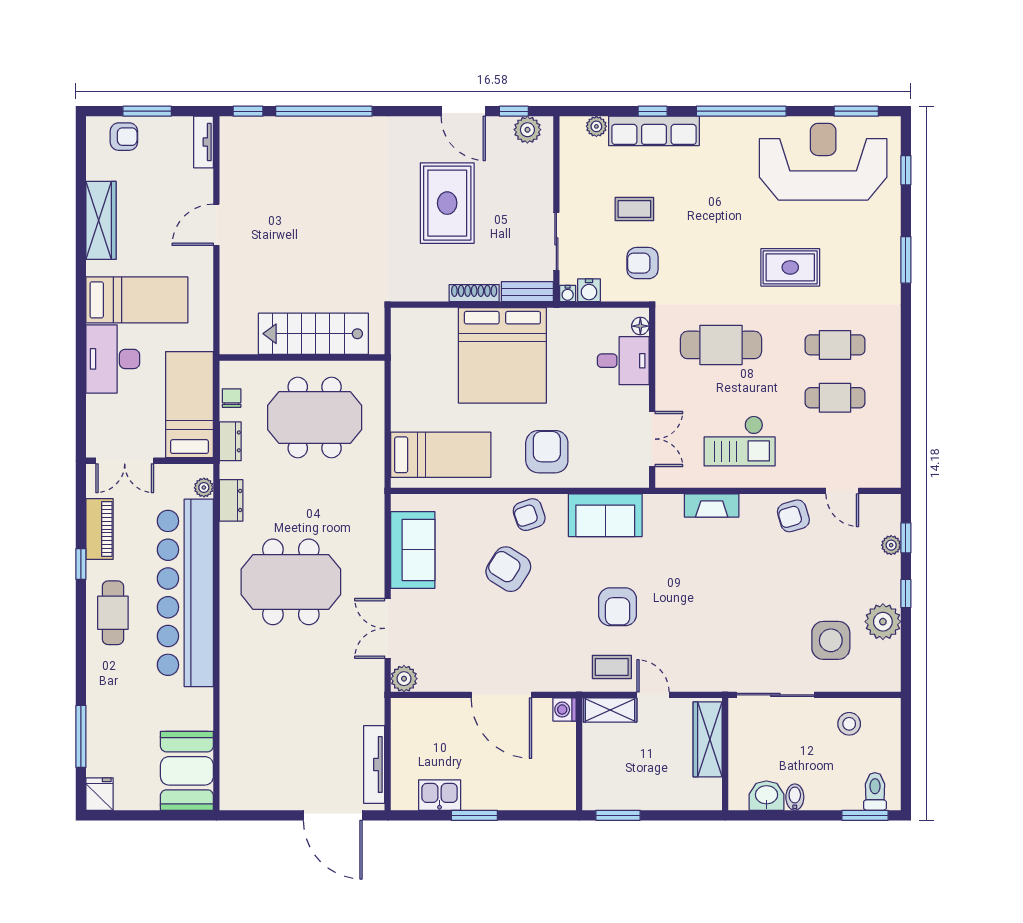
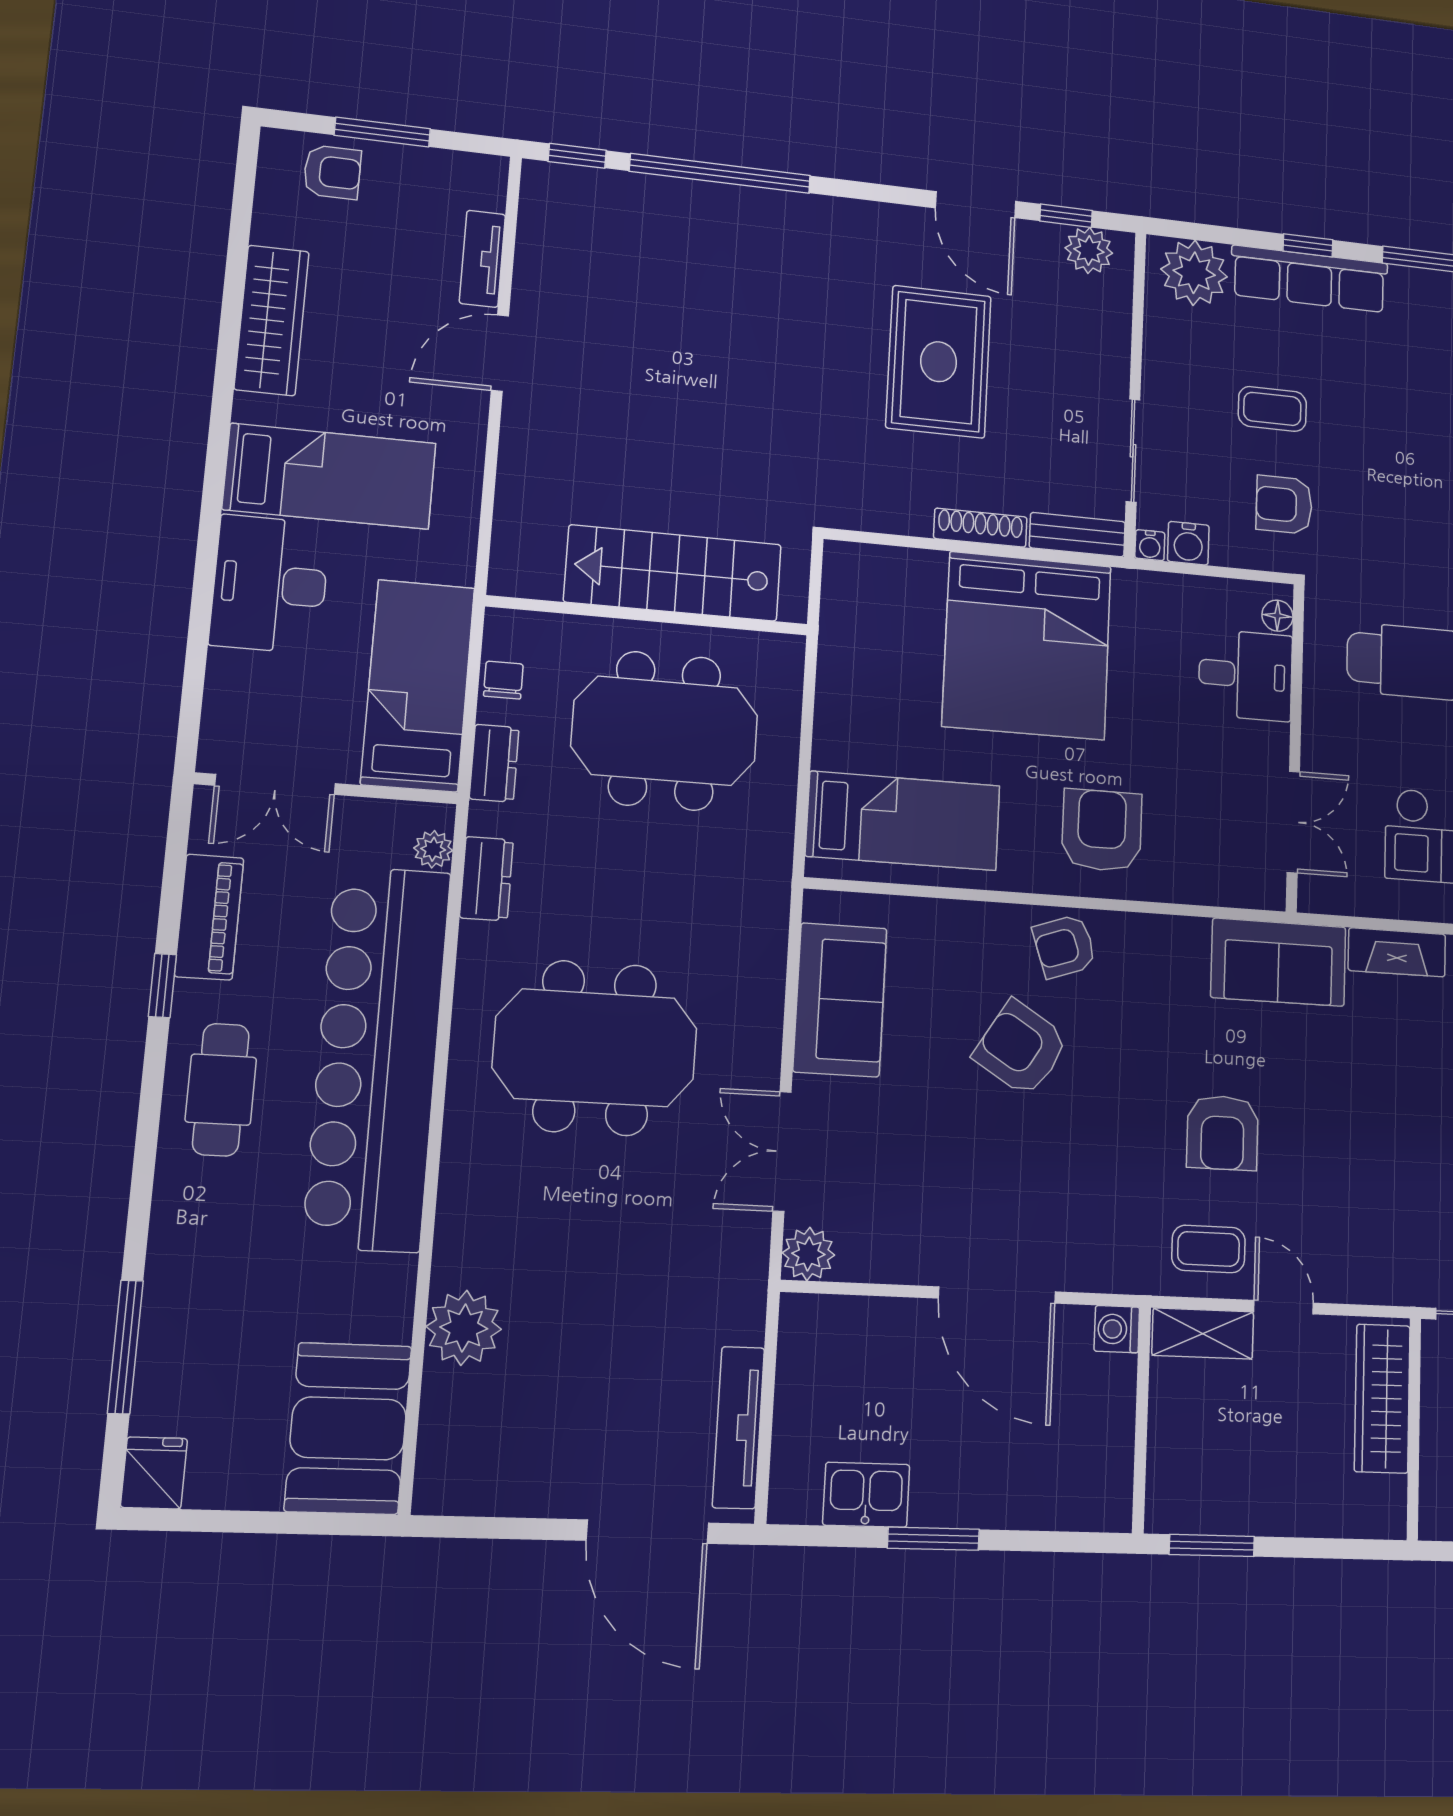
plant: (596, 126) -> (1194, 273), width x1.88, depth x1.88
tv unit: (204, 142) -> (482, 259), moved
sofa: (605, 515) -> (1278, 962), moved
plant: (237, 722) -> (464, 1328), added

